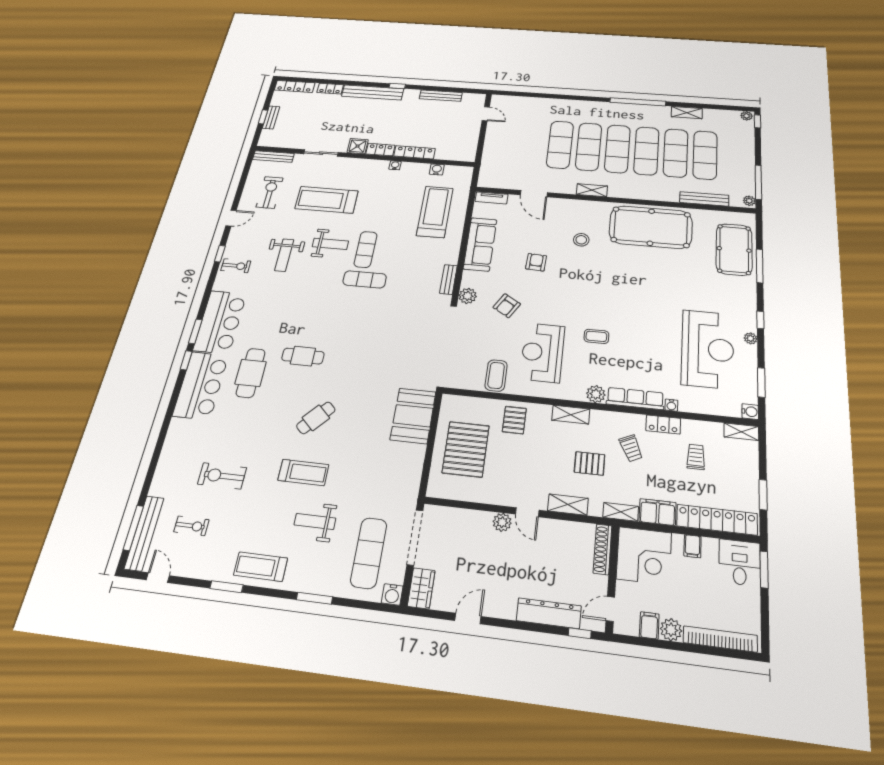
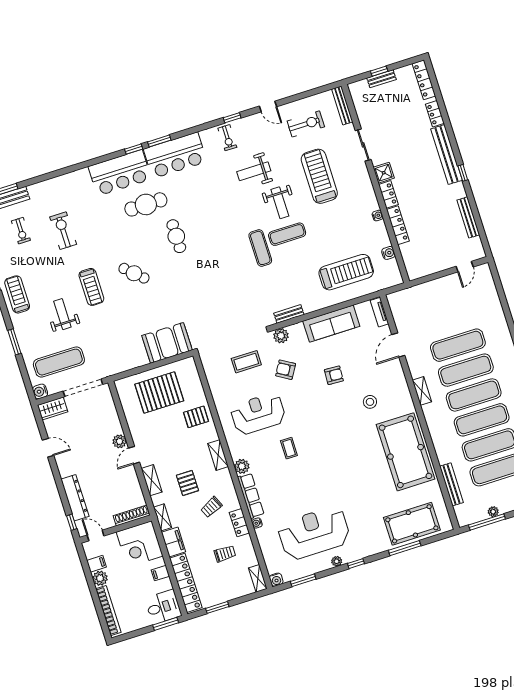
plant: (749, 201) -> (493, 512), moved
reception desk: (707, 349) -> (314, 533), turned 180
coffee table: (496, 375) -> (246, 362), moved

